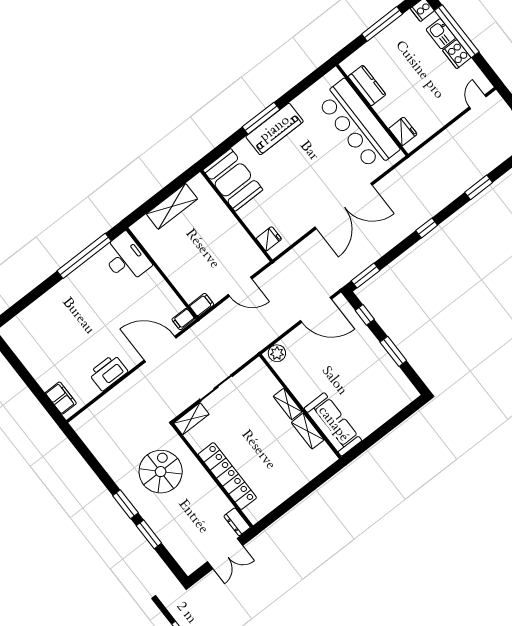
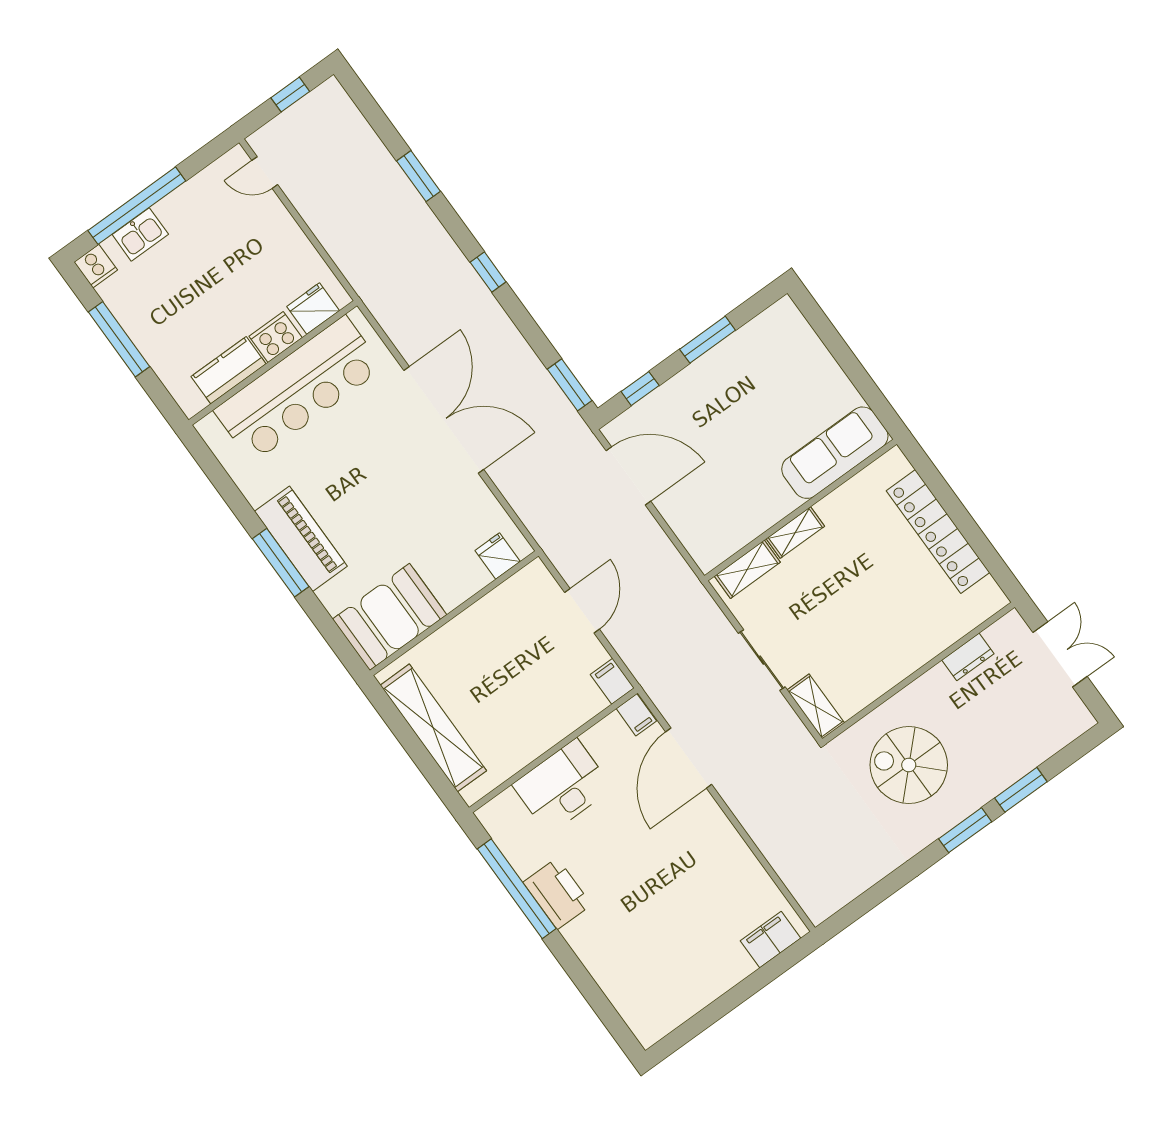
cooker: (457, 54) -> (276, 337), moved, turned 180
shelving: (172, 206) -> (433, 728), width x1.47
desk: (126, 258) -> (562, 786), moved
door: (316, 310) -> (628, 476), hinge flipped
plant: (277, 353) -> (704, 549), removed
printer: (108, 372) -> (557, 894), moved, turned 180
shelving: (308, 431) -> (747, 569), moved
locker: (227, 476) -> (938, 532), moved, turned -90
dresser: (237, 522) -> (968, 657), moved

